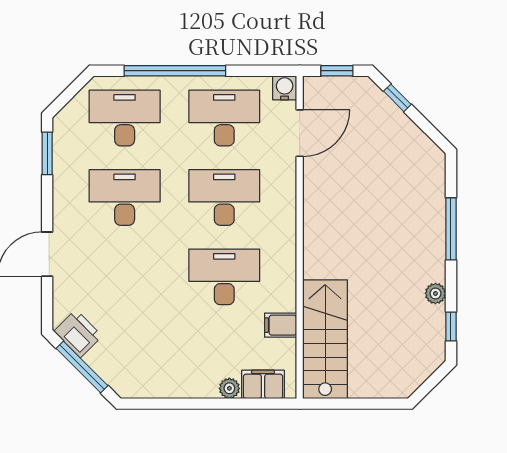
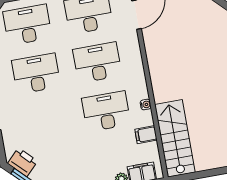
water cooler: (289, 278) -> (146, 105), added

